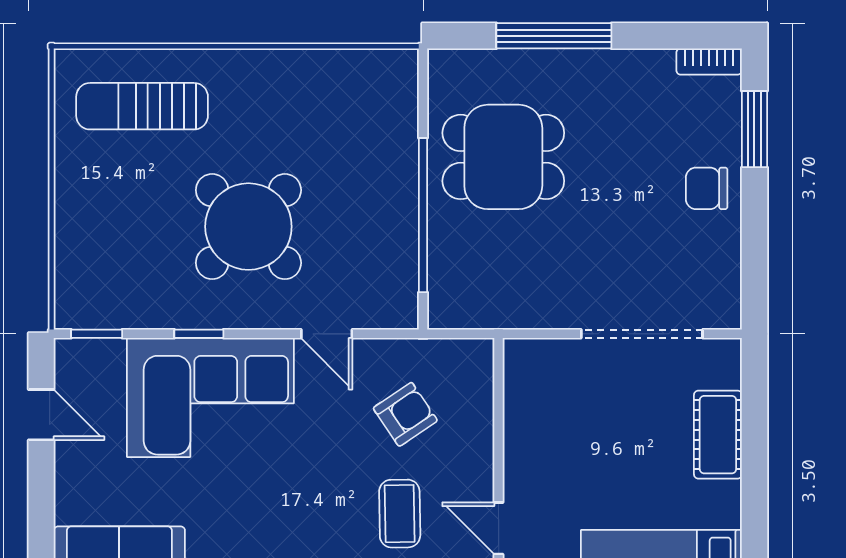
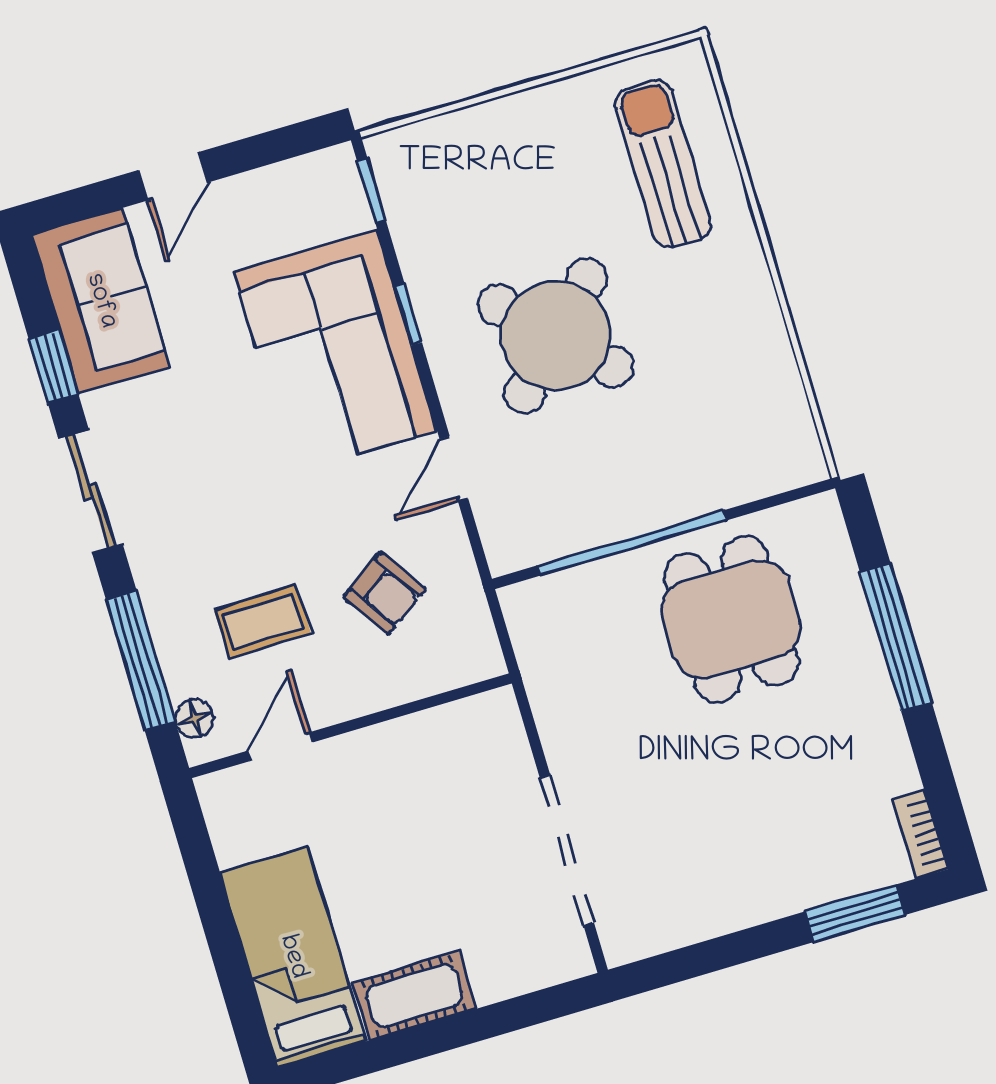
chair: (707, 188) -> (766, 877), removed
door: (41, 415) -> (173, 176), moved
cot: (718, 435) -> (414, 996), moved

